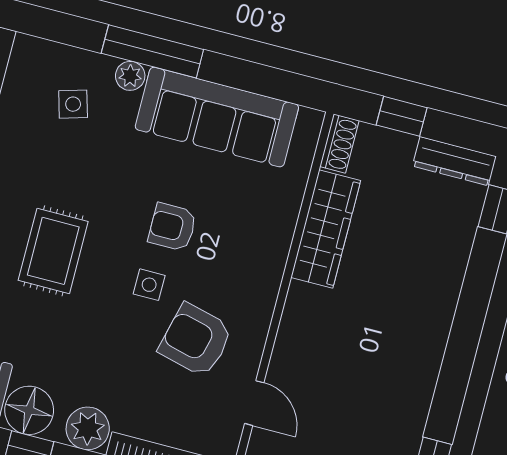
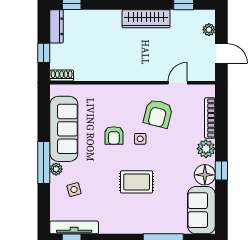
wardrobe: (326, 229) -> (146, 19), moved, turned 180

